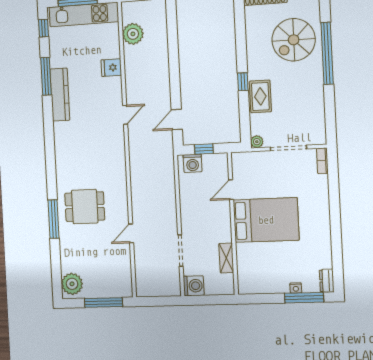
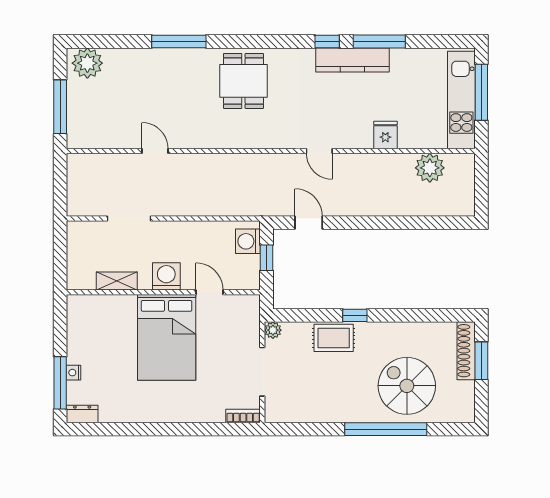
window: (44, 28) -> (327, 41), moved
dining table: (85, 207) -> (243, 81), moved
washing machine: (194, 286) -> (166, 276), moved, turned 180

